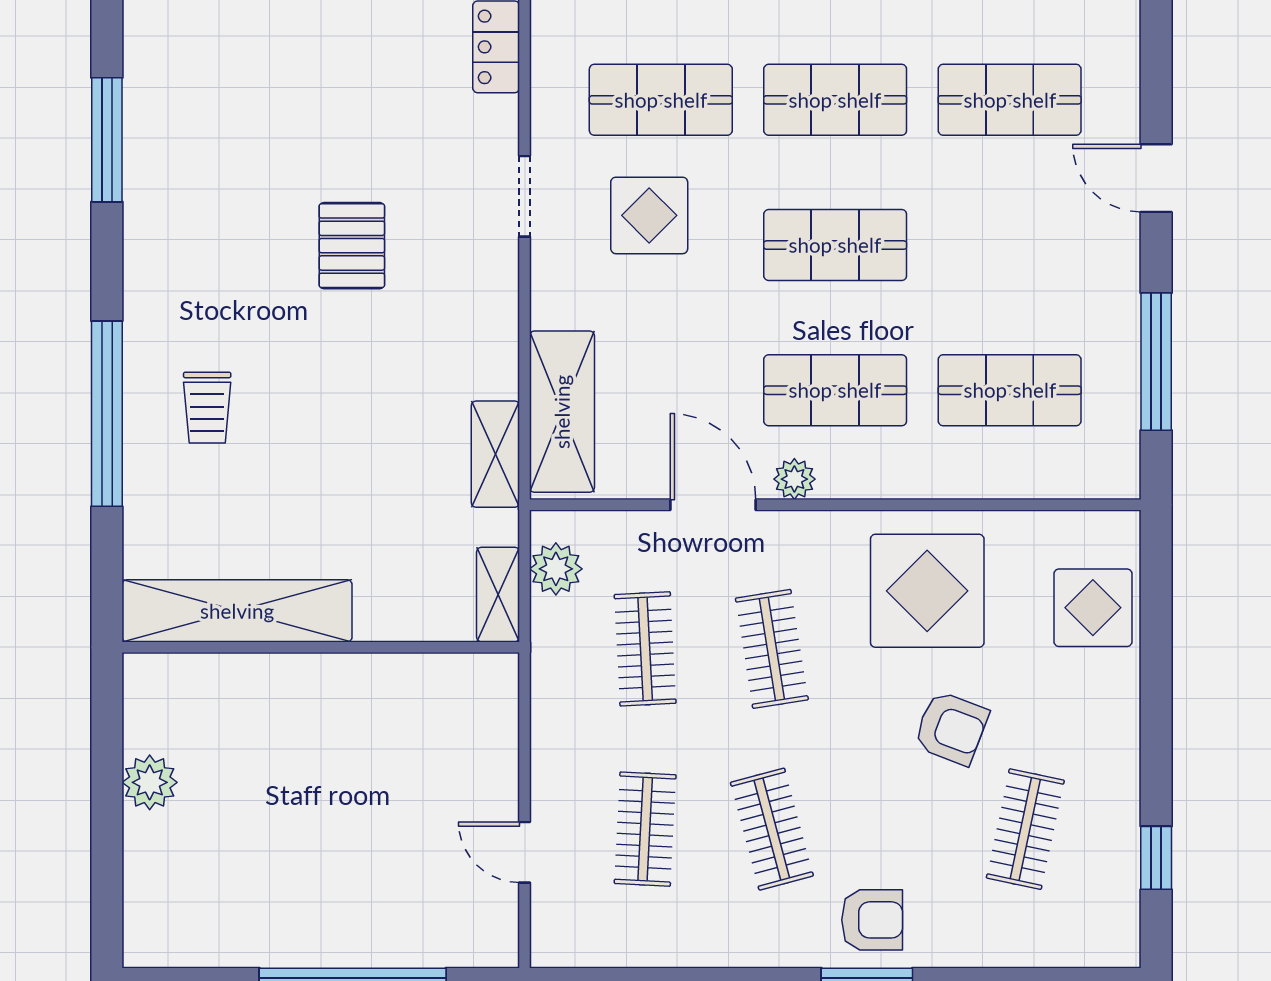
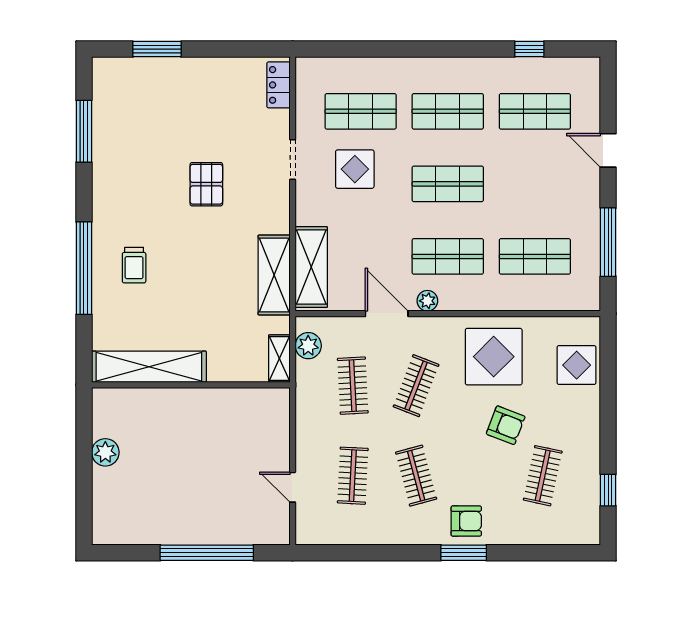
shelving: (495, 454) -> (274, 275), width x1.50, depth x1.33
clothes rail: (772, 649) -> (416, 386), turned 30

